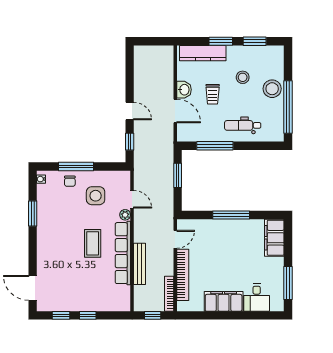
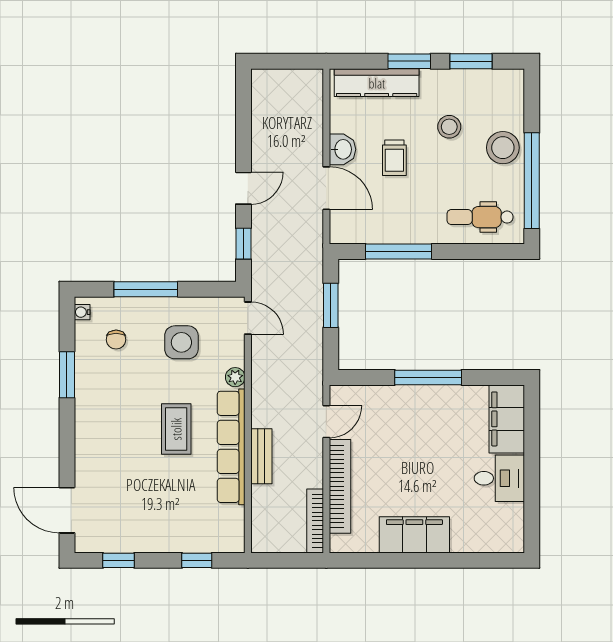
door: (130, 111) -> (243, 188), hinge flipped
dental chair: (243, 125) -> (480, 217), moved
chair: (70, 181) -> (116, 340), moved
door: (132, 199) -> (248, 318), moved
bench: (140, 264) -> (261, 456), width x0.73
window: (288, 283) -> (532, 501), removed
desk: (257, 298) -> (499, 478), moved, turned -90
window: (88, 315) -> (197, 560), moved
window: (153, 315) -> (285, 560), removed

